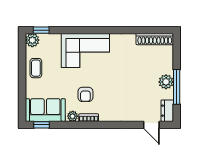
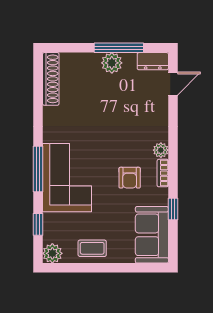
window: (41, 30) -> (38, 224), moved
window: (92, 30) -> (38, 169), added
armchair: (85, 94) -> (130, 178), turned 90
plant: (73, 116) -> (161, 150), moved
window: (42, 125) -> (173, 209), moved

